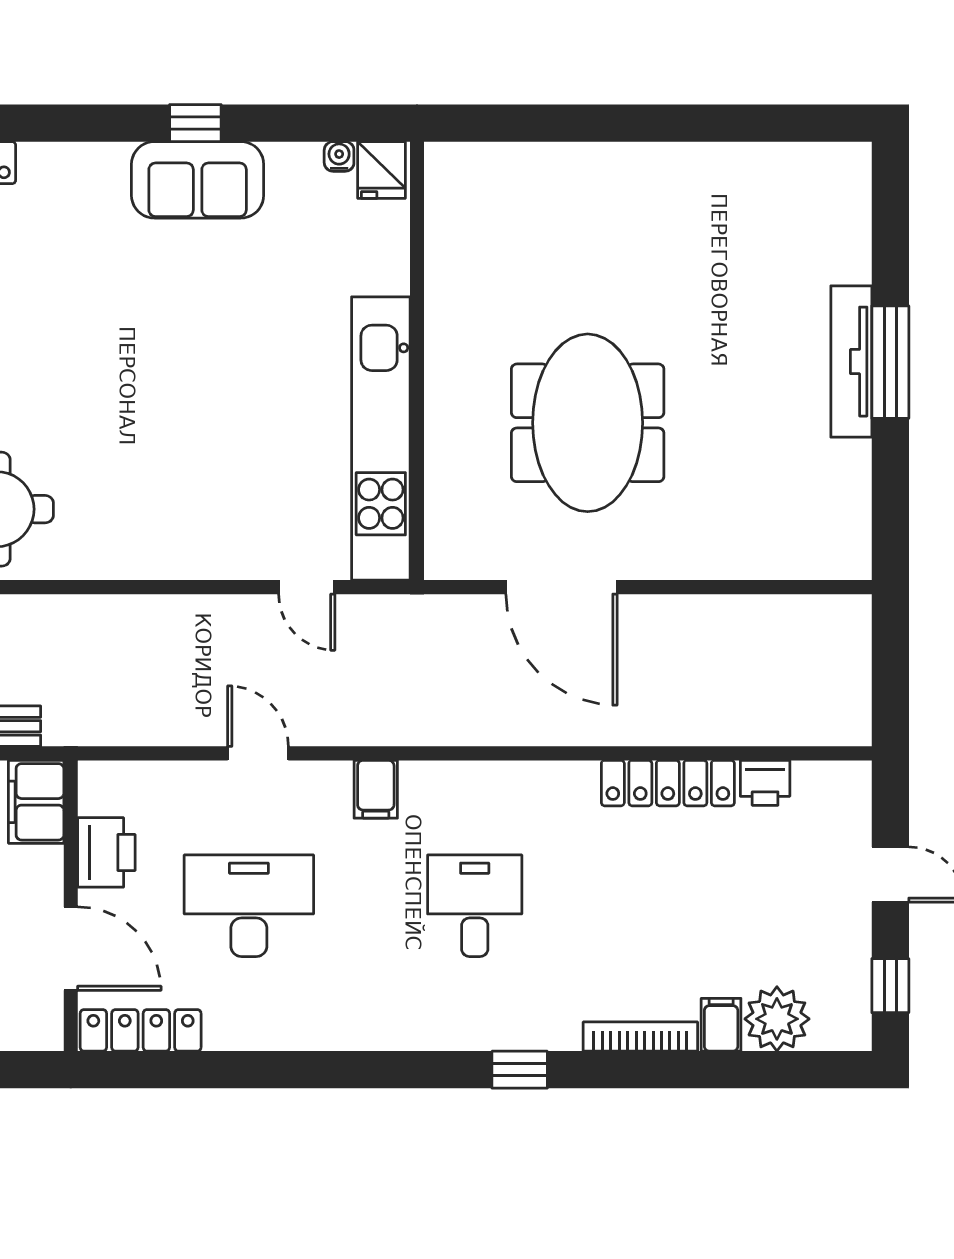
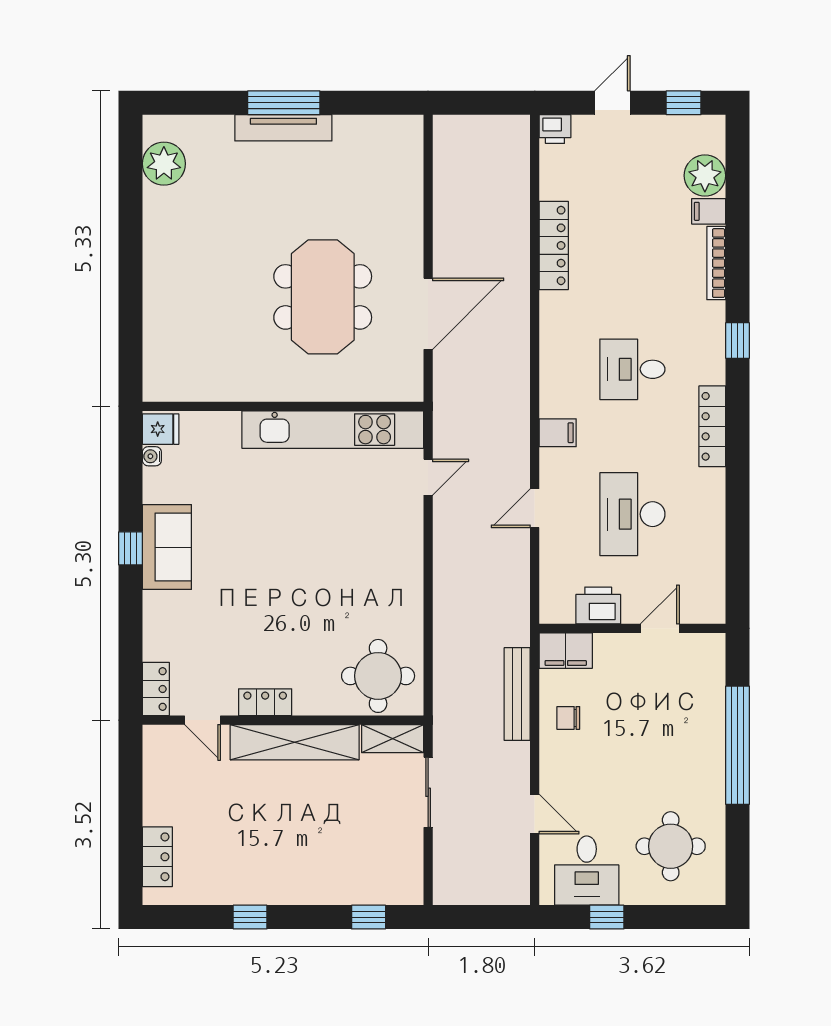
plant: (795, 175) -> (164, 164), added
meeting table: (588, 423) -> (323, 297), turned 90
printer: (765, 783) -> (555, 129), moved, turned 90
door: (71, 949) -> (660, 628), width x0.73
locker: (141, 1030) -> (712, 426), moved

